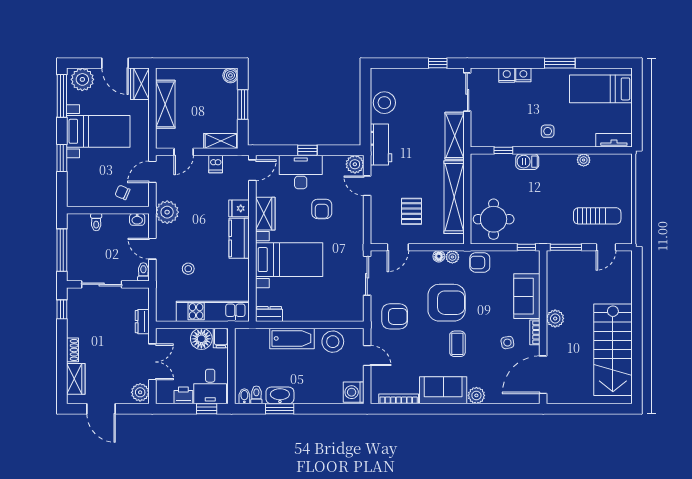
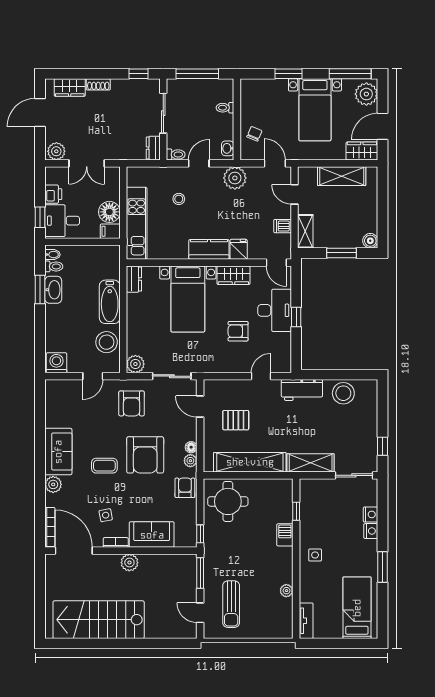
plant: (355, 164) -> (135, 364), moved
dresser: (142, 322) -> (153, 148), moved, turned -90
bookcase: (399, 399) -> (50, 527), moved

